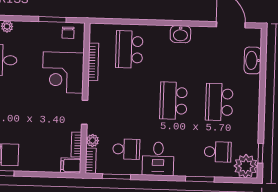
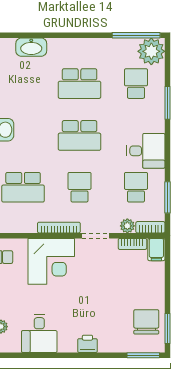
bookcase: (93, 62) -> (59, 228), moved
school desk: (128, 99) -> (80, 187), added
window: (260, 153) -> (136, 35), width x2.17

